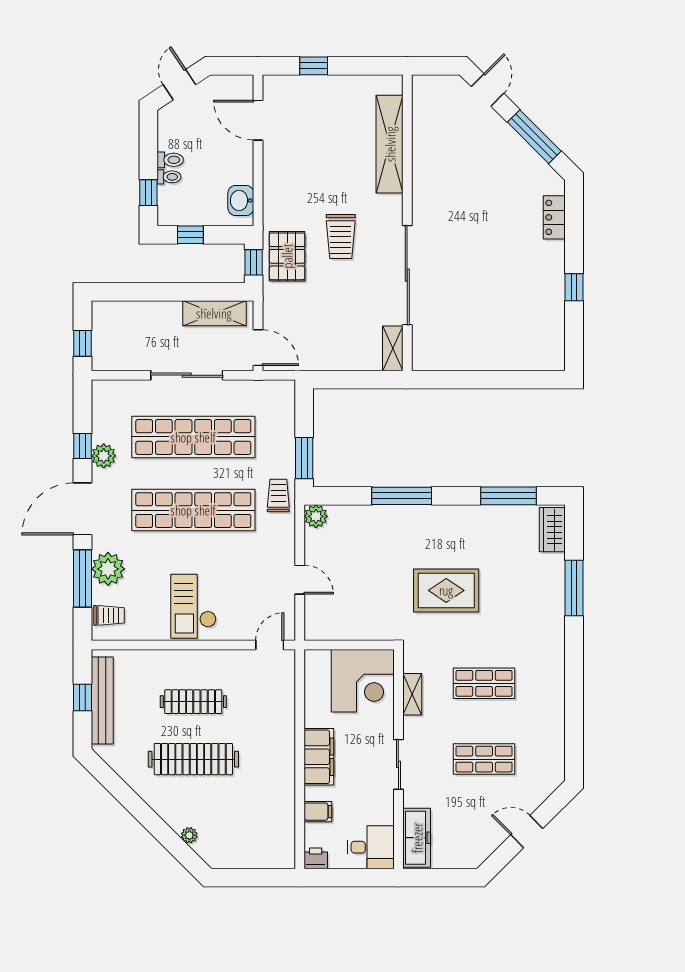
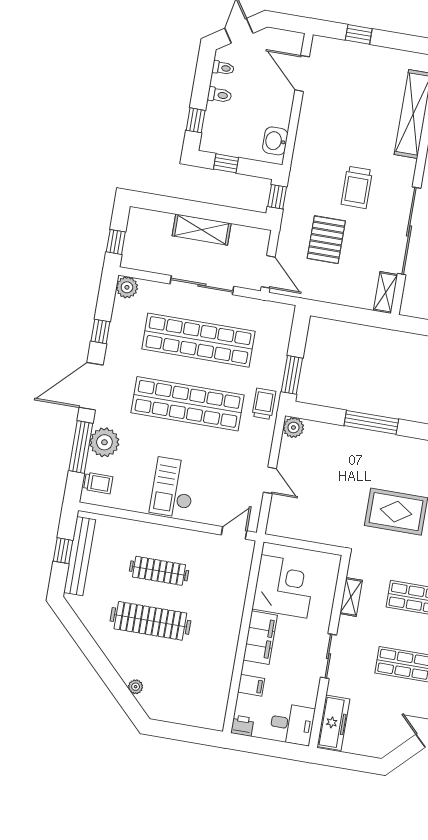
toilet: (169, 177) -> (223, 68), moved
pallet: (287, 256) -> (326, 240), moved
shelving: (214, 313) -> (202, 230), moved
plant: (104, 456) -> (127, 287), moved
corner desk: (363, 681) -> (284, 586), moved, turned -90

